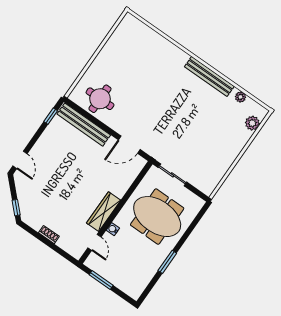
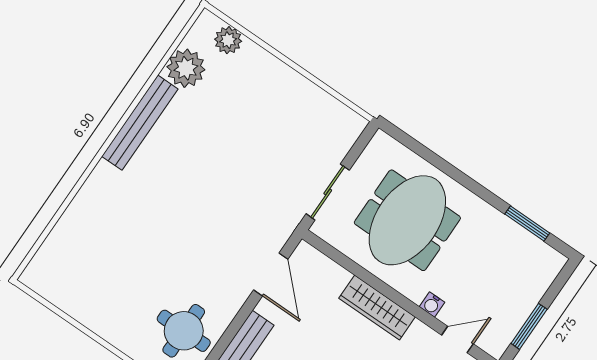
plant: (240, 97) -> (186, 68), width x1.87, depth x1.87
wardrobe: (104, 212) -> (377, 307), moved
window: (167, 262) -> (527, 224), moved

